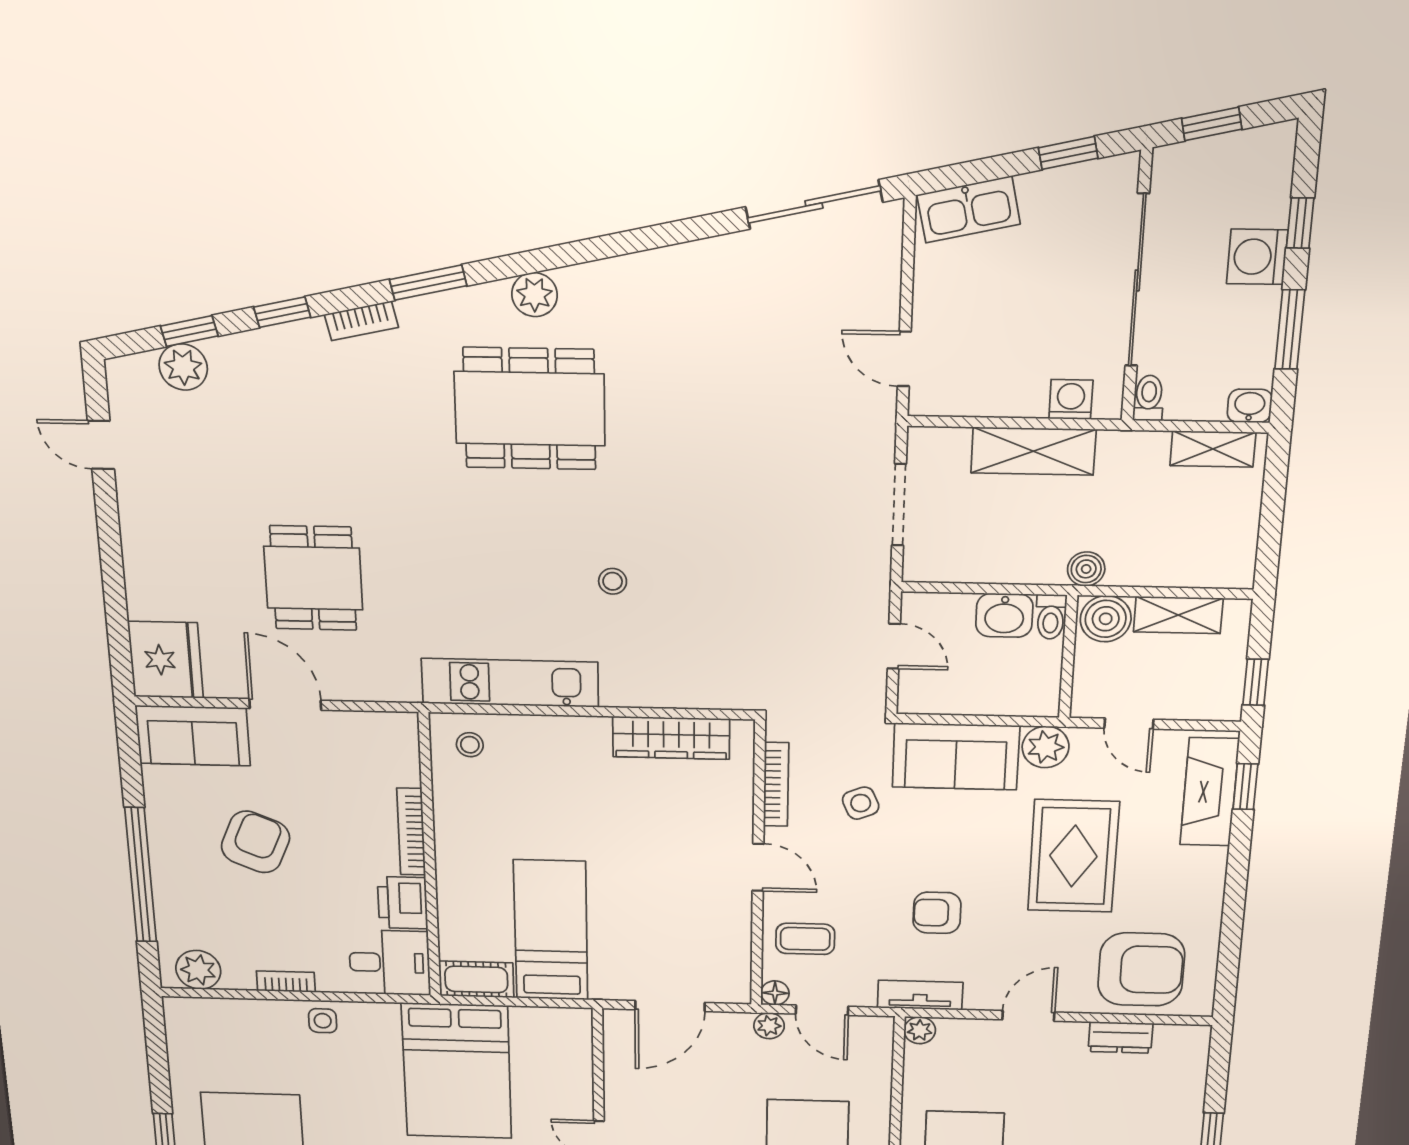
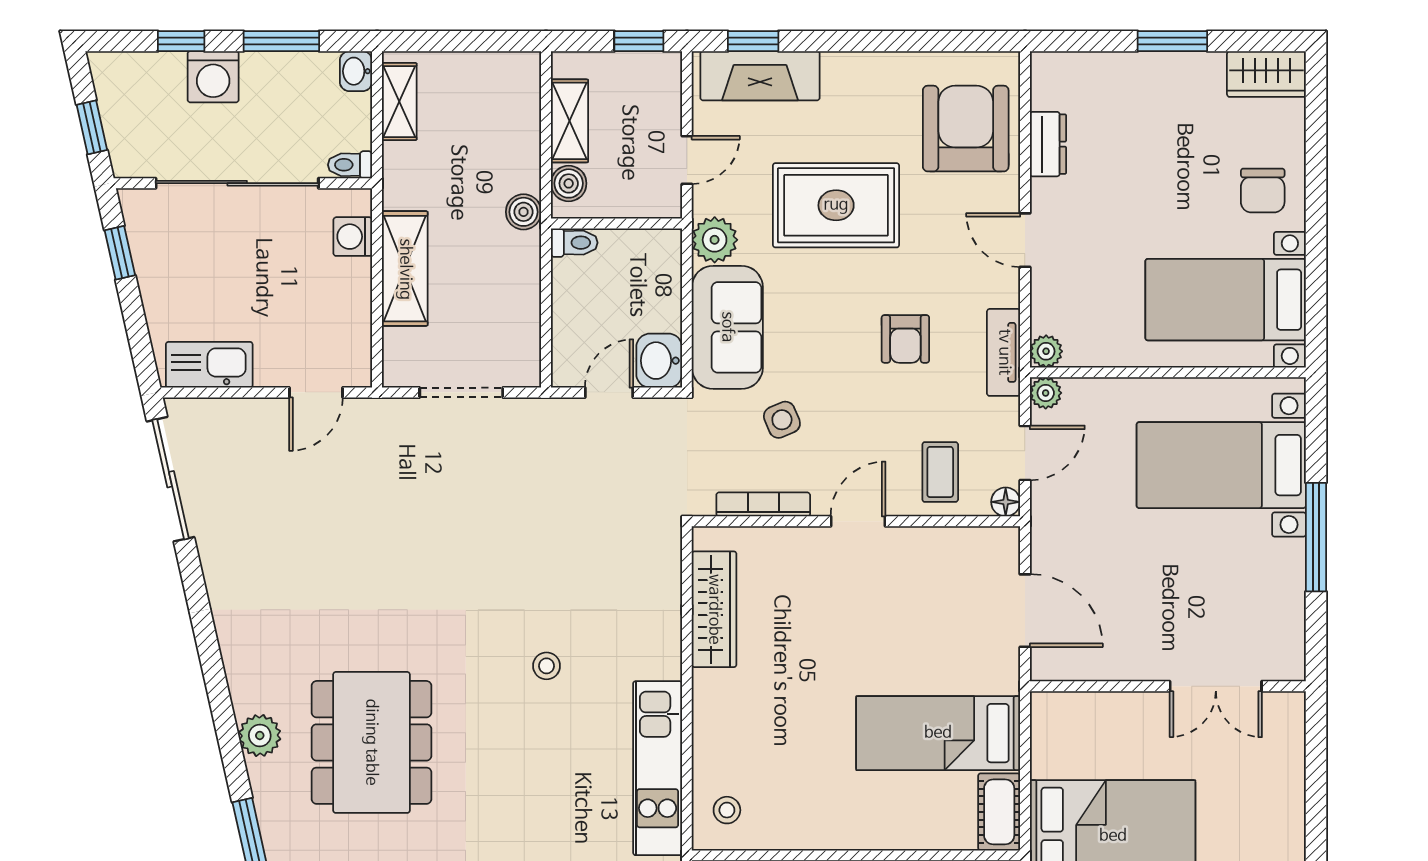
kitchen sink: (969, 209) -> (209, 365), moved, turned -77
washbasin: (1004, 615) -> (659, 361), moved, turned 180
boiler: (1106, 619) -> (569, 183), width x0.73, depth x0.73
plant: (769, 1026) -> (1046, 393), moved

